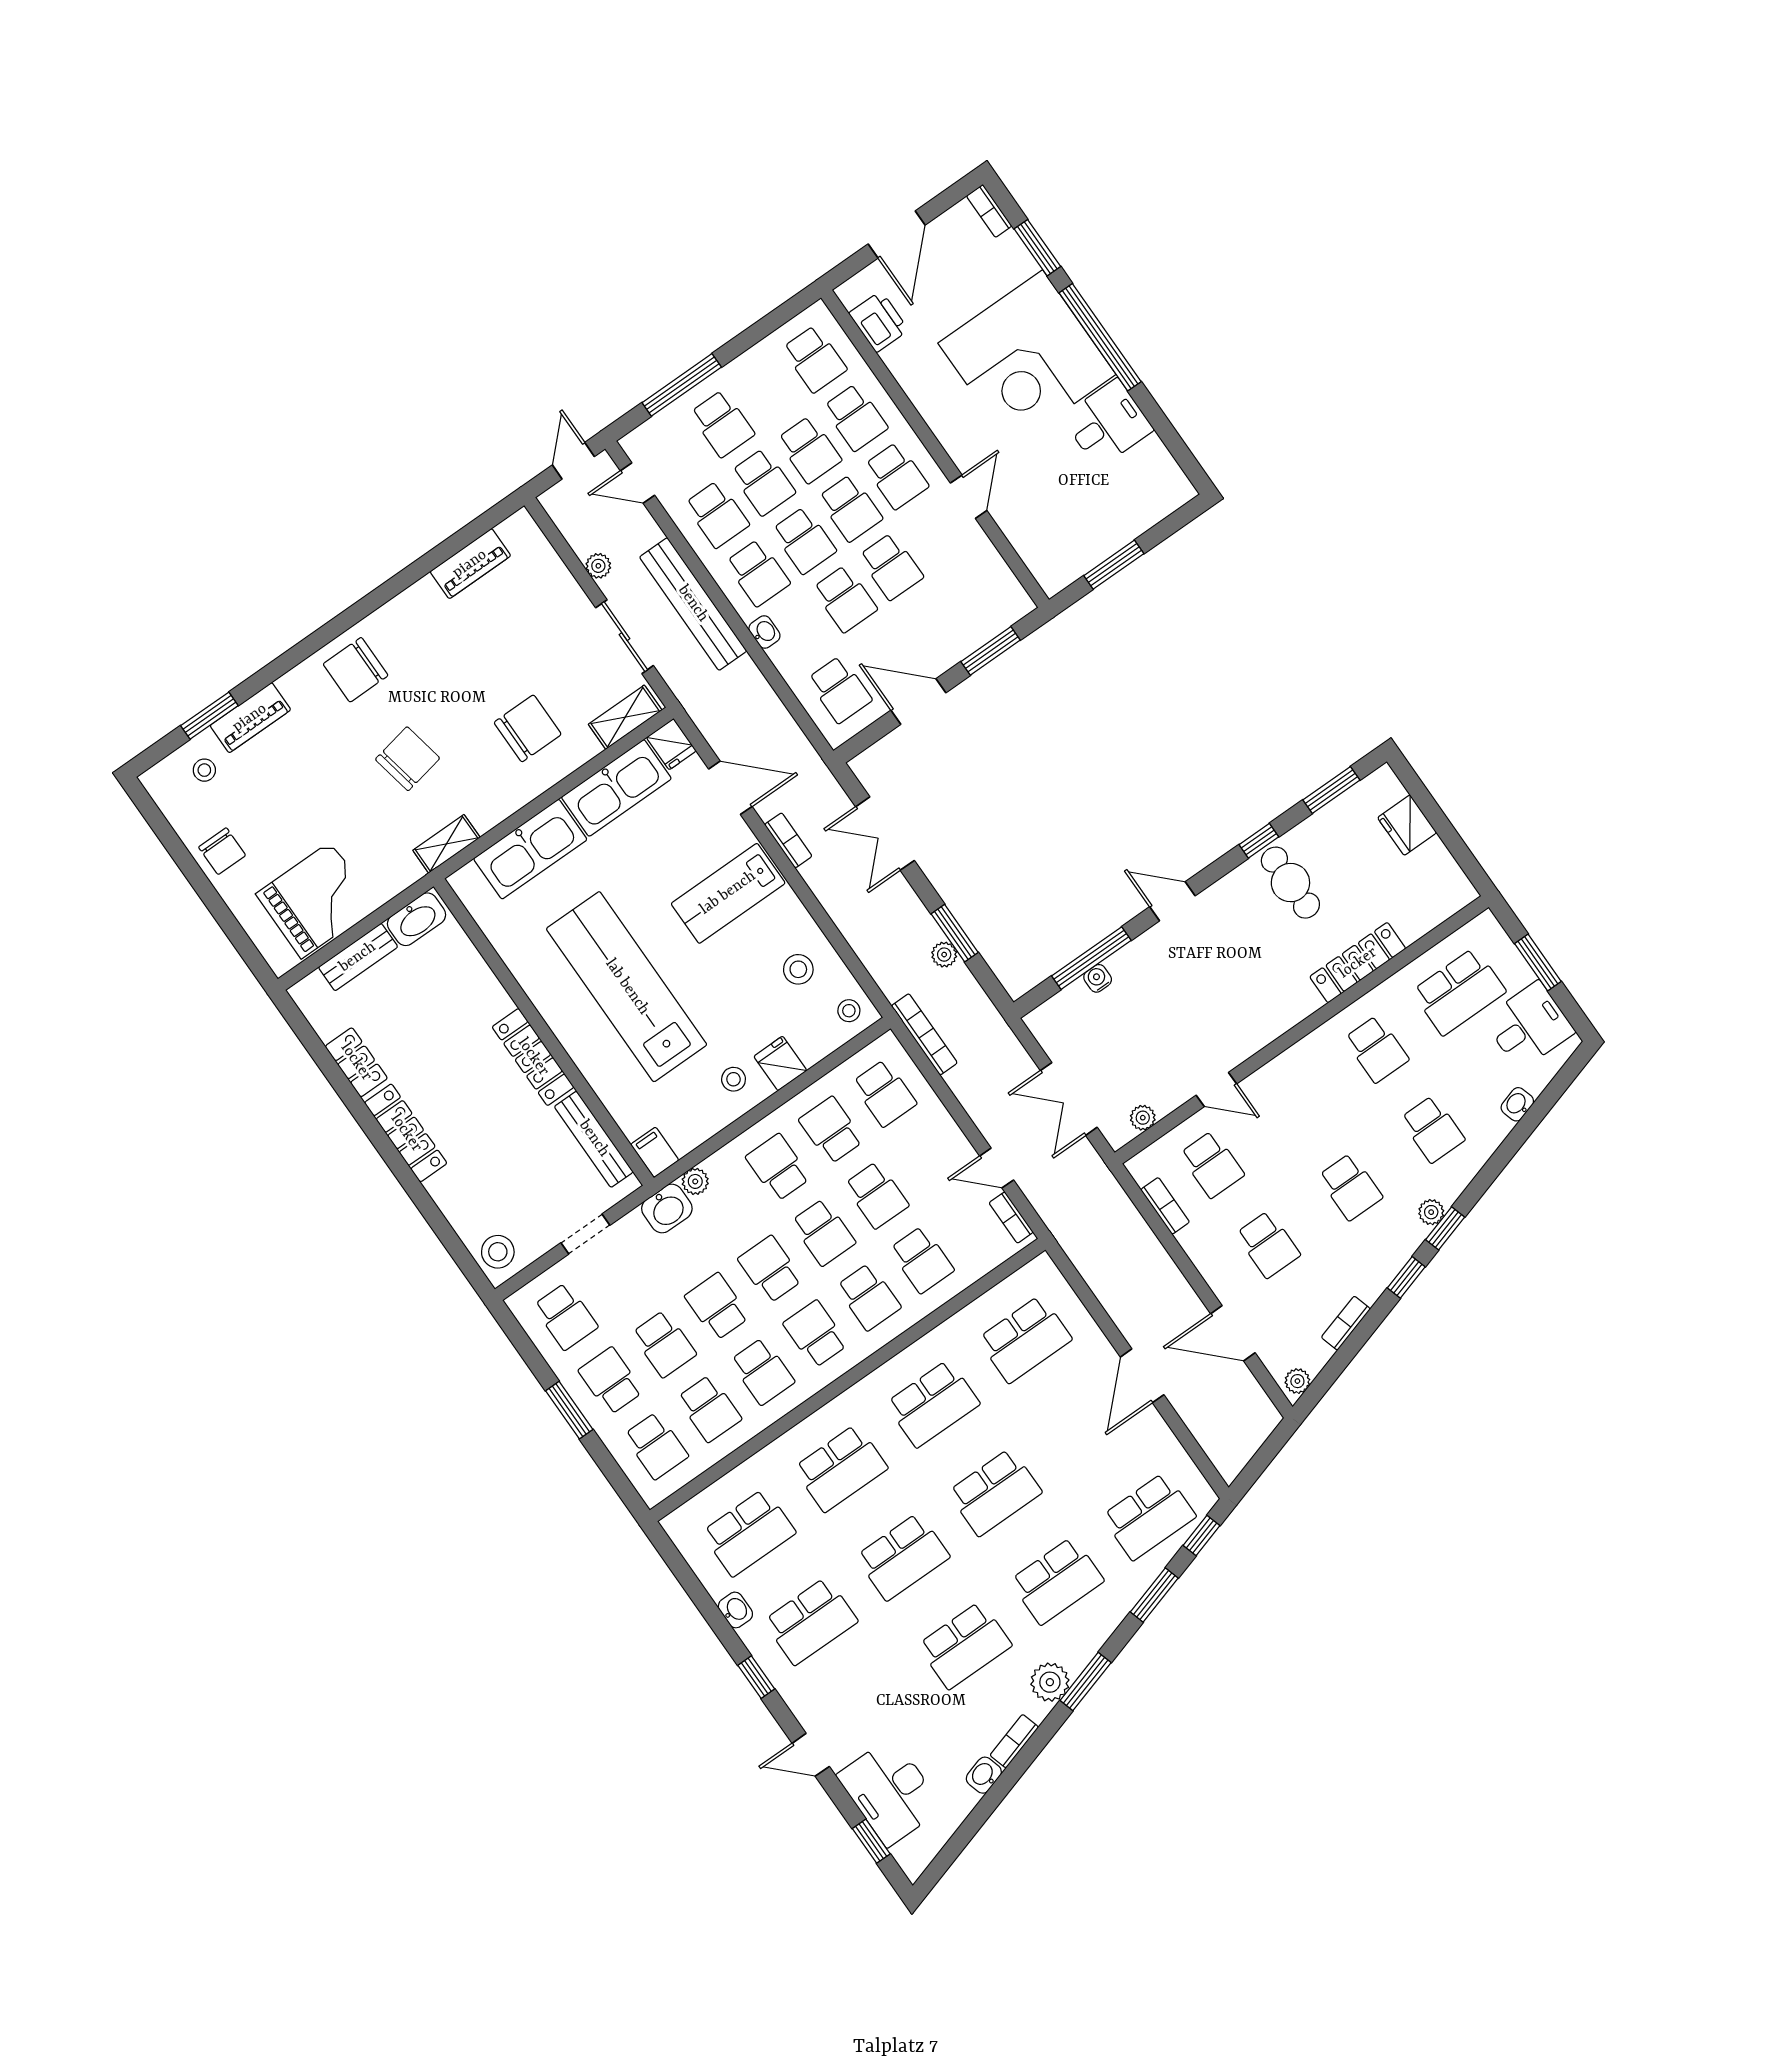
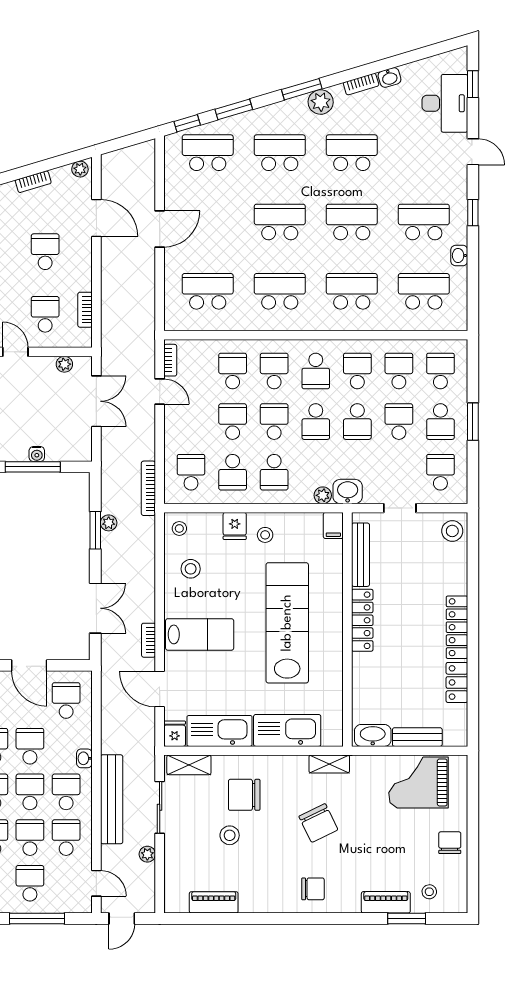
stool: (510, 664) -> (230, 835), added
chair: (356, 670) -> (313, 889), width x0.73, depth x0.73
chair: (408, 759) -> (318, 823), turned -105
lab bench: (627, 987) -> (287, 623), turned 180

